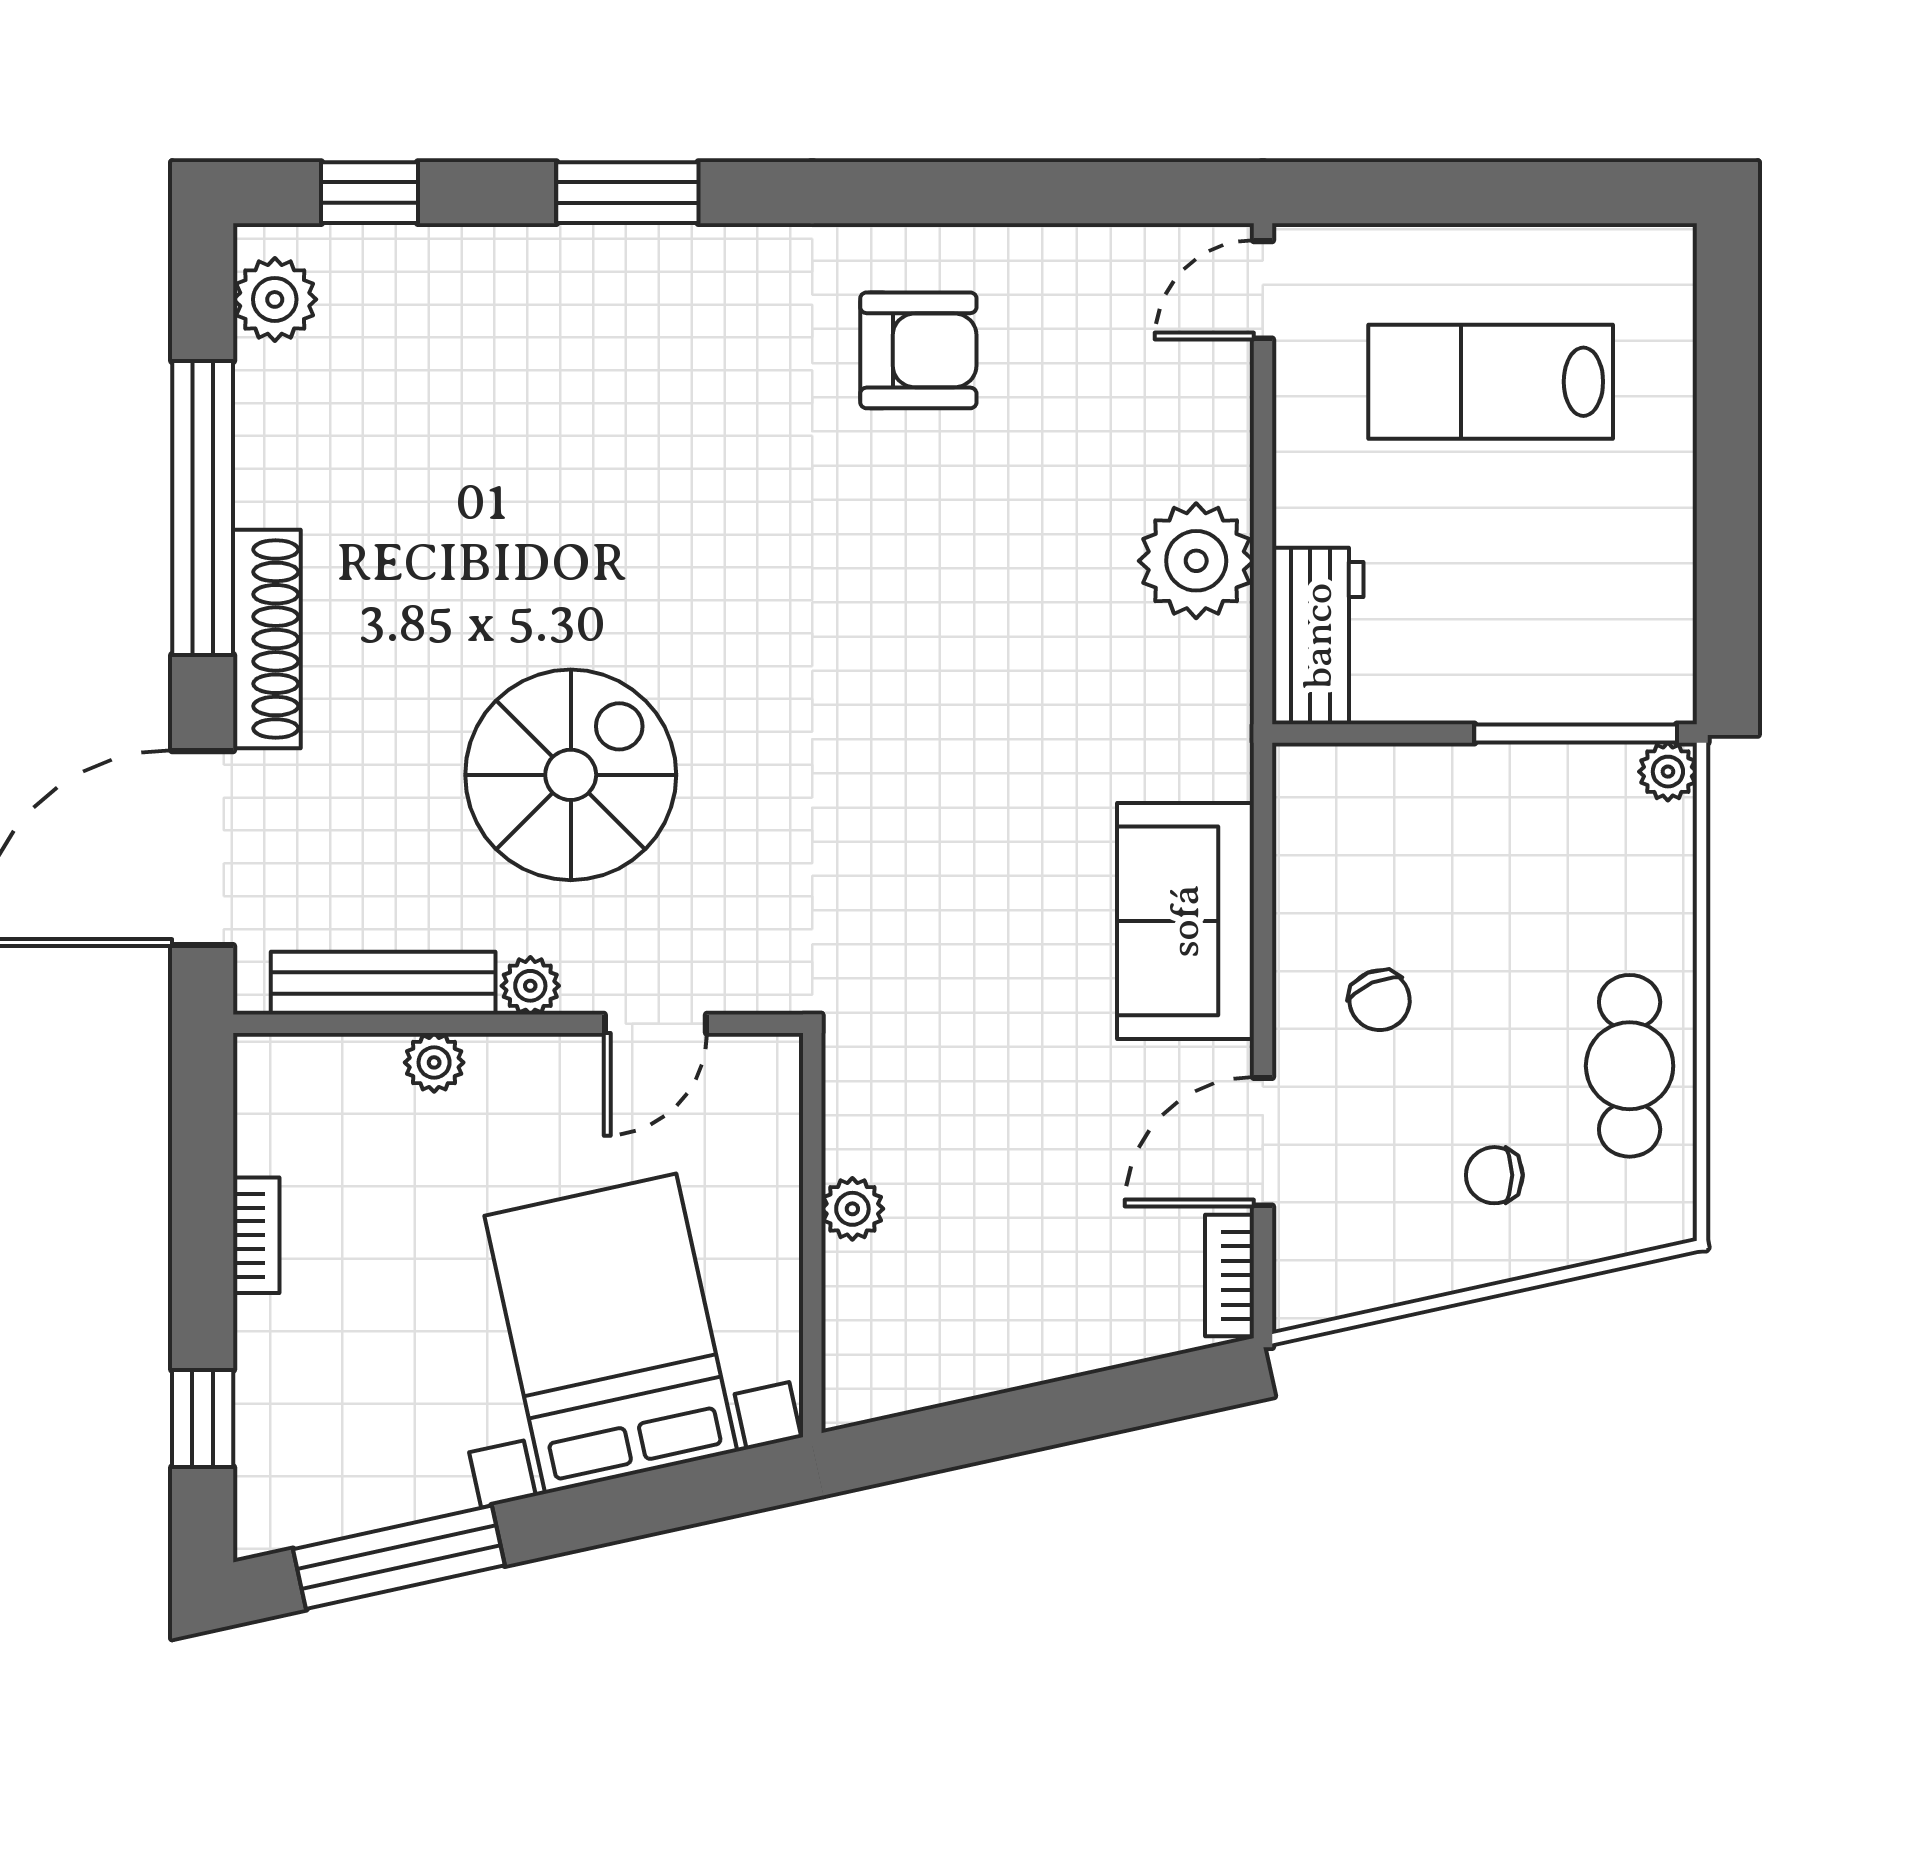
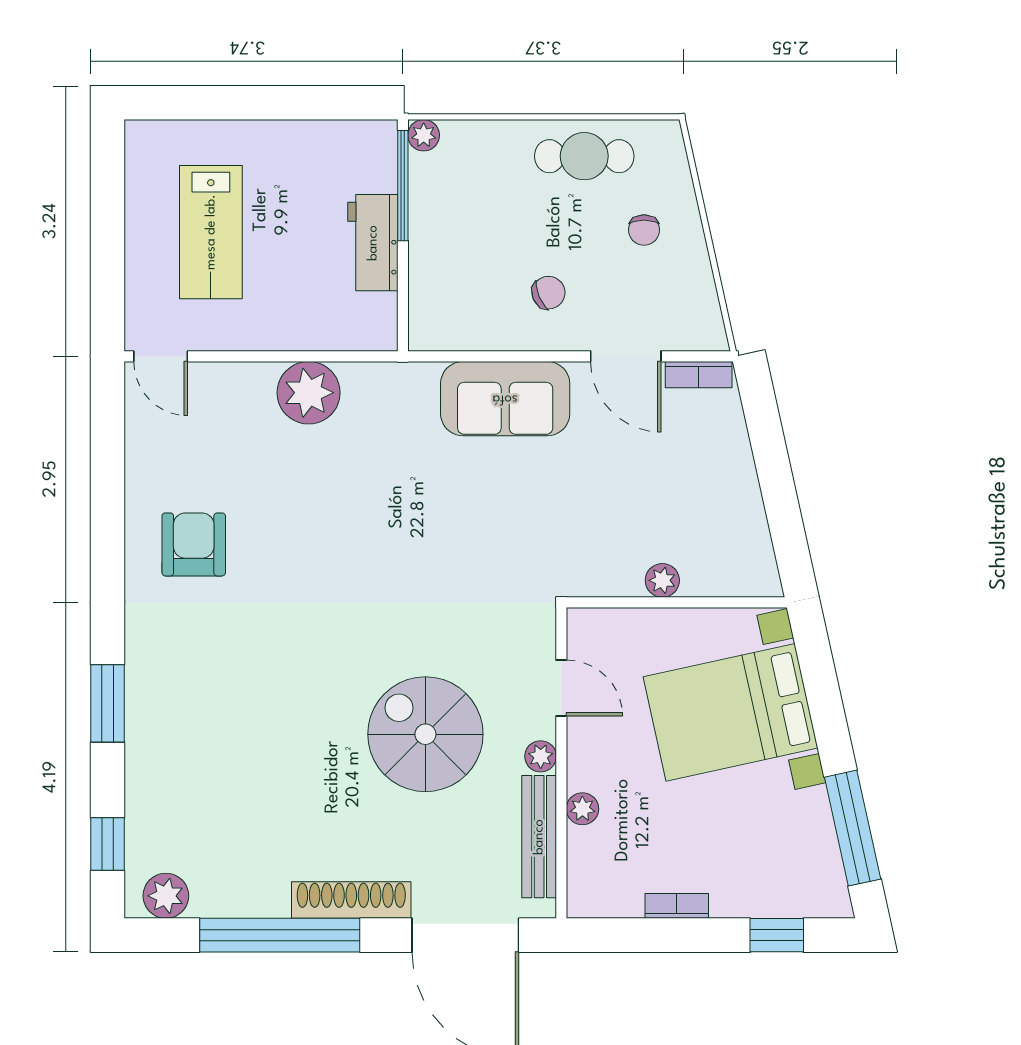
workbench: (1318, 636) -> (373, 243), moved, turned -90

